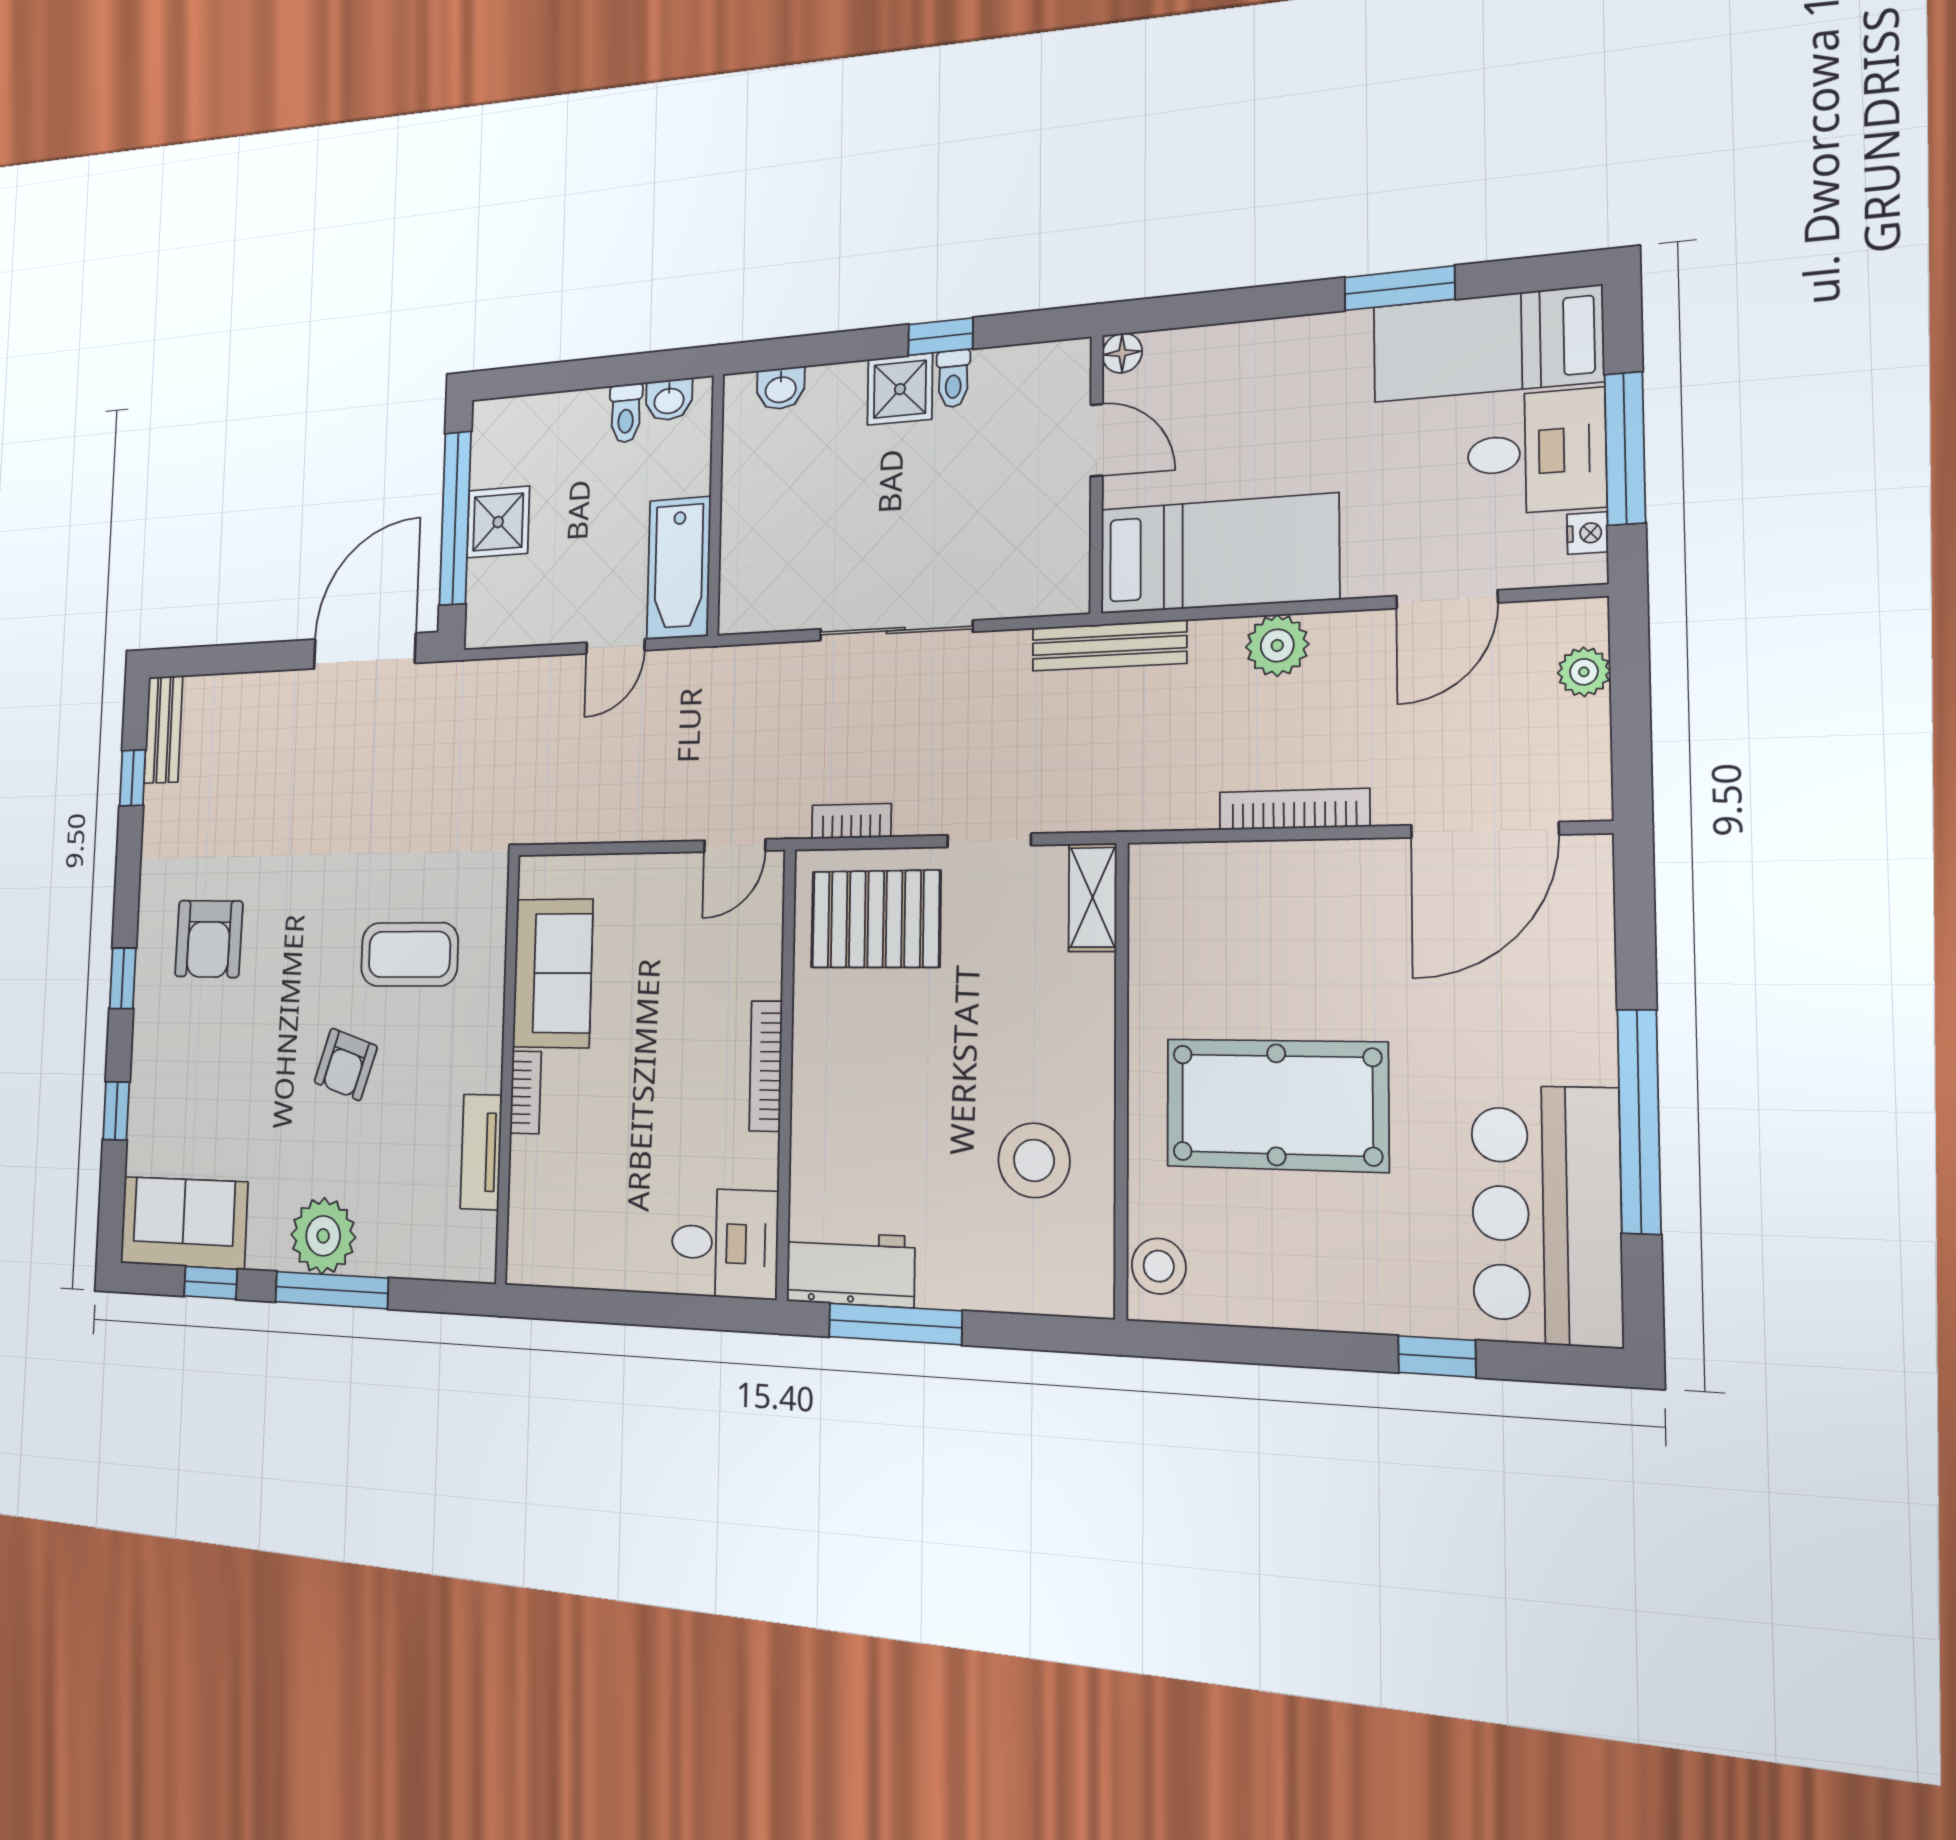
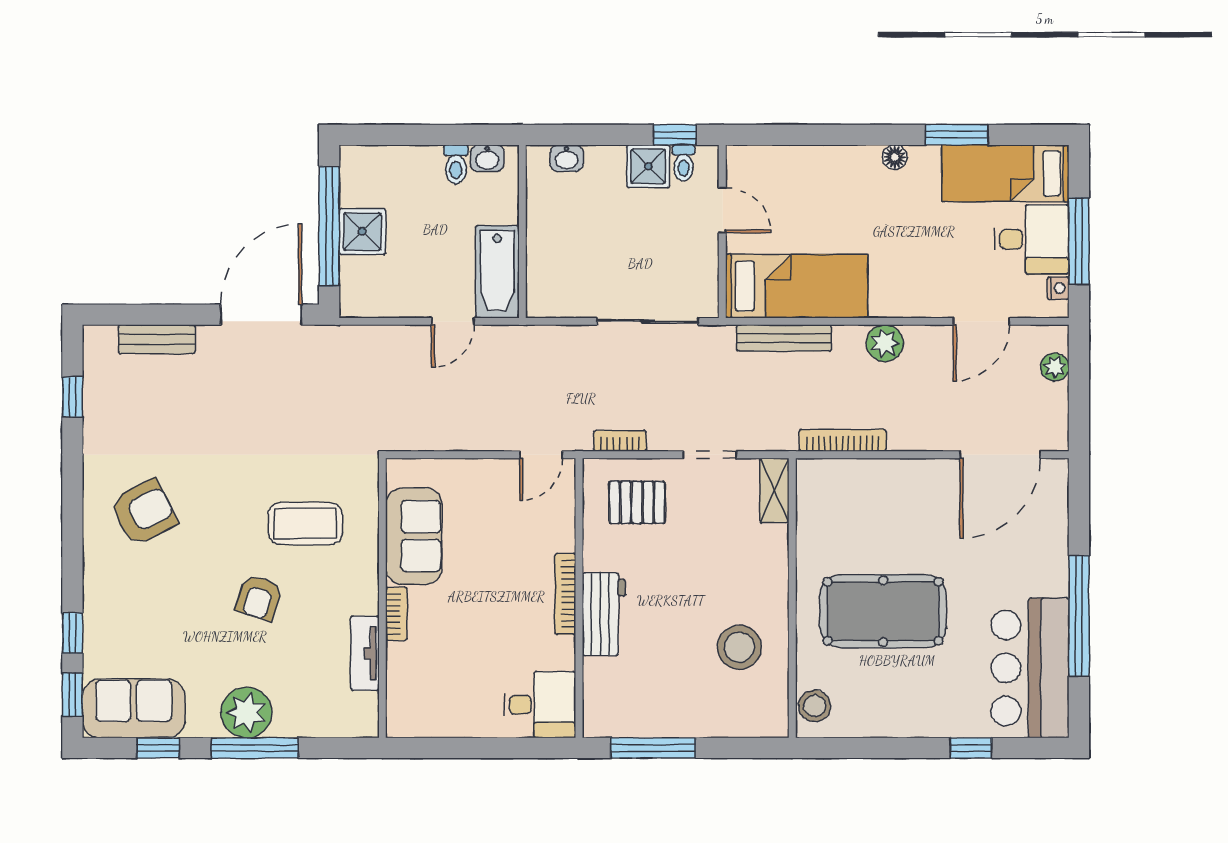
floor lamp: (1122, 353) -> (895, 157), moved
door: (1097, 440) -> (722, 210), moved
wall: (1096, 474) -> (722, 231), moved
bed: (1218, 554) -> (797, 286), moved
bench: (163, 729) -> (157, 339), moved, turned 90
bookcase: (1294, 809) -> (843, 440), moved
pallet: (876, 919) -> (637, 502), width x0.67, depth x0.71
armchair: (209, 939) -> (144, 512), turned -118
window: (123, 978) -> (72, 695), moved
workbench: (850, 1269) -> (604, 614), moved, turned 90

